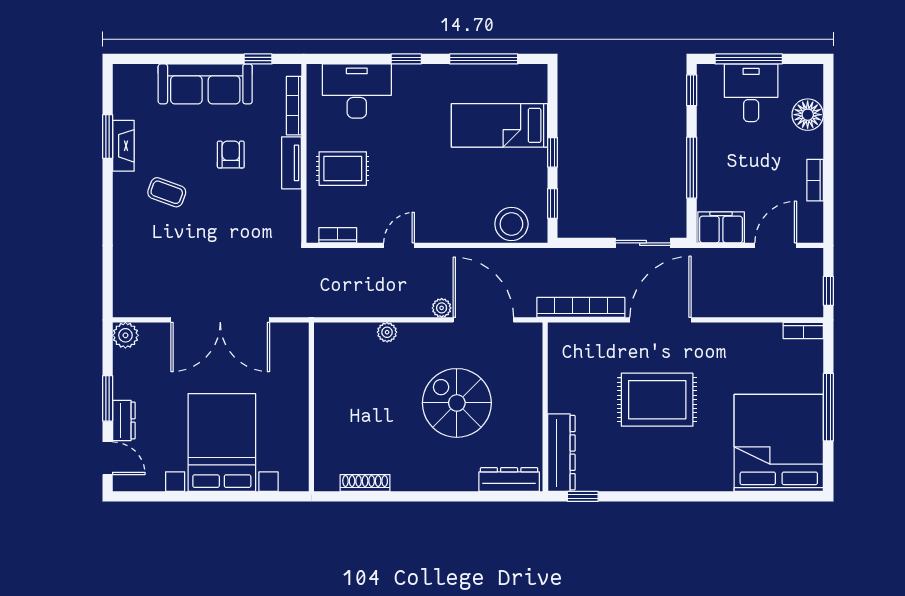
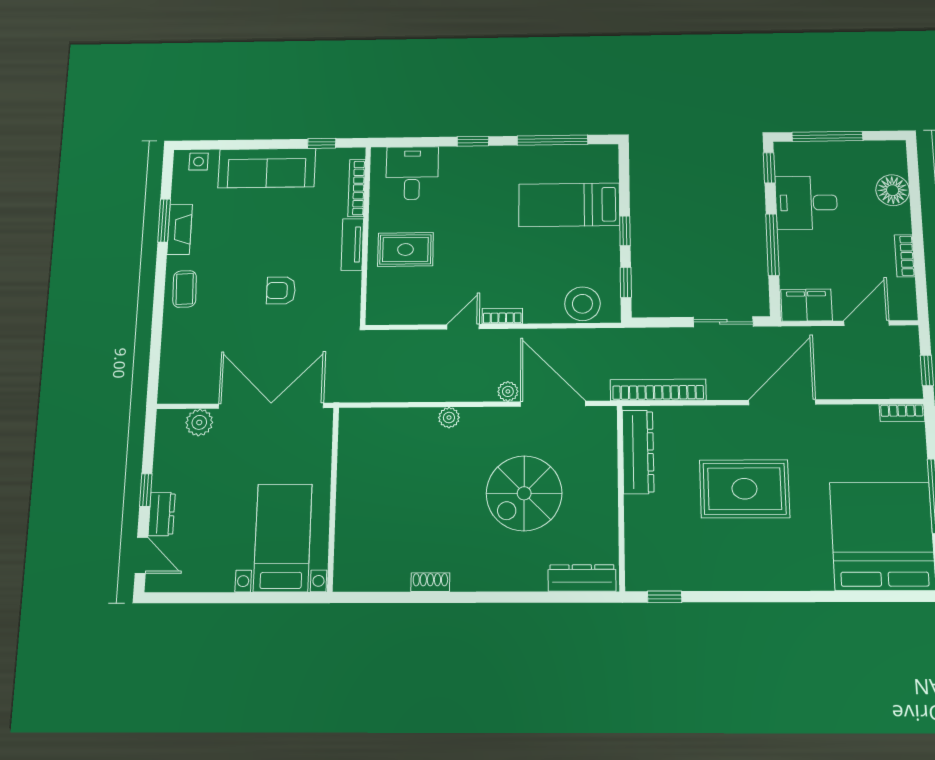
side table: (138, 76) -> (199, 162), added
desk: (357, 91) -> (412, 173), width x0.73
desk: (751, 93) -> (806, 203), moved, turned -90
armchair: (231, 155) -> (281, 290), moved, turned -90
coffee table: (167, 192) -> (185, 289), moved, turned 68
bookcase: (338, 235) -> (502, 316), moved
double door: (220, 320) -> (271, 406), swing flipped
door: (661, 320) -> (782, 402), moved
plant: (125, 335) -> (199, 422), moved
window: (108, 398) -> (146, 490), width x0.67
spiral stairs: (457, 403) -> (524, 493), turned -90
wall: (311, 407) -> (333, 498), moved
bed with nightstands: (222, 442) -> (283, 538), width x0.73
dresser: (561, 453) -> (638, 452), moved
shoe rack: (365, 483) -> (430, 582), width x0.70

